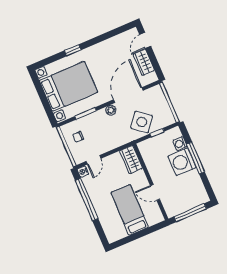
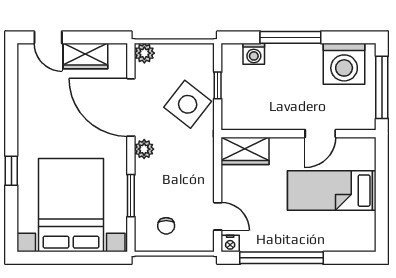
plant: (157, 90) -> (144, 53), added
washing machine: (182, 162) -> (344, 64), moved

